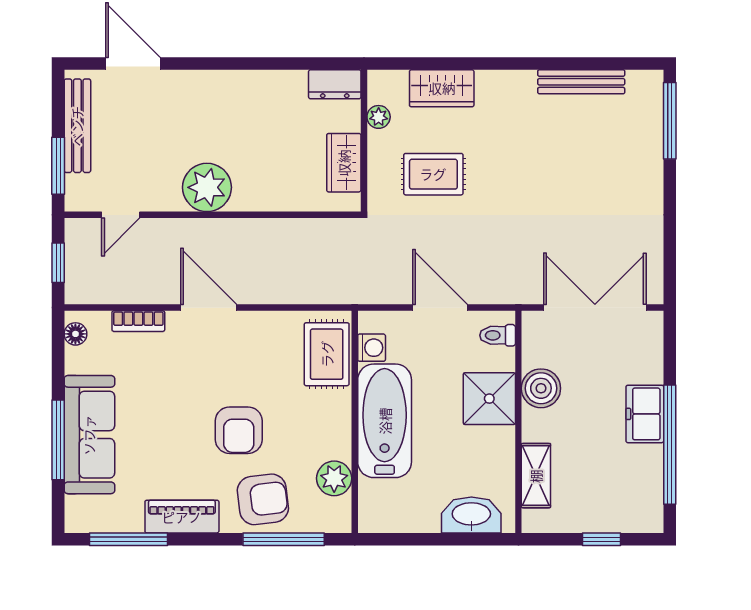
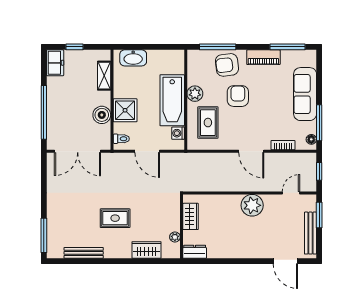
rug: (433, 174) -> (115, 218), moved
rug: (327, 354) -> (208, 123), moved
freezer: (645, 414) -> (55, 63), moved
window: (58, 440) -> (319, 123), moved
window: (670, 445) -> (44, 112), moved
plant: (334, 478) -> (195, 94), moved

